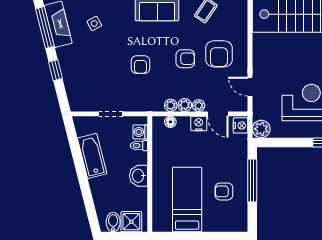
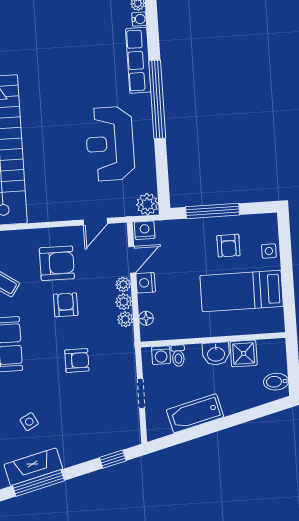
window: (56, 70) -> (113, 459), moved
shower: (131, 222) -> (244, 353), moved
side table: (217, 223) -> (269, 251), added

